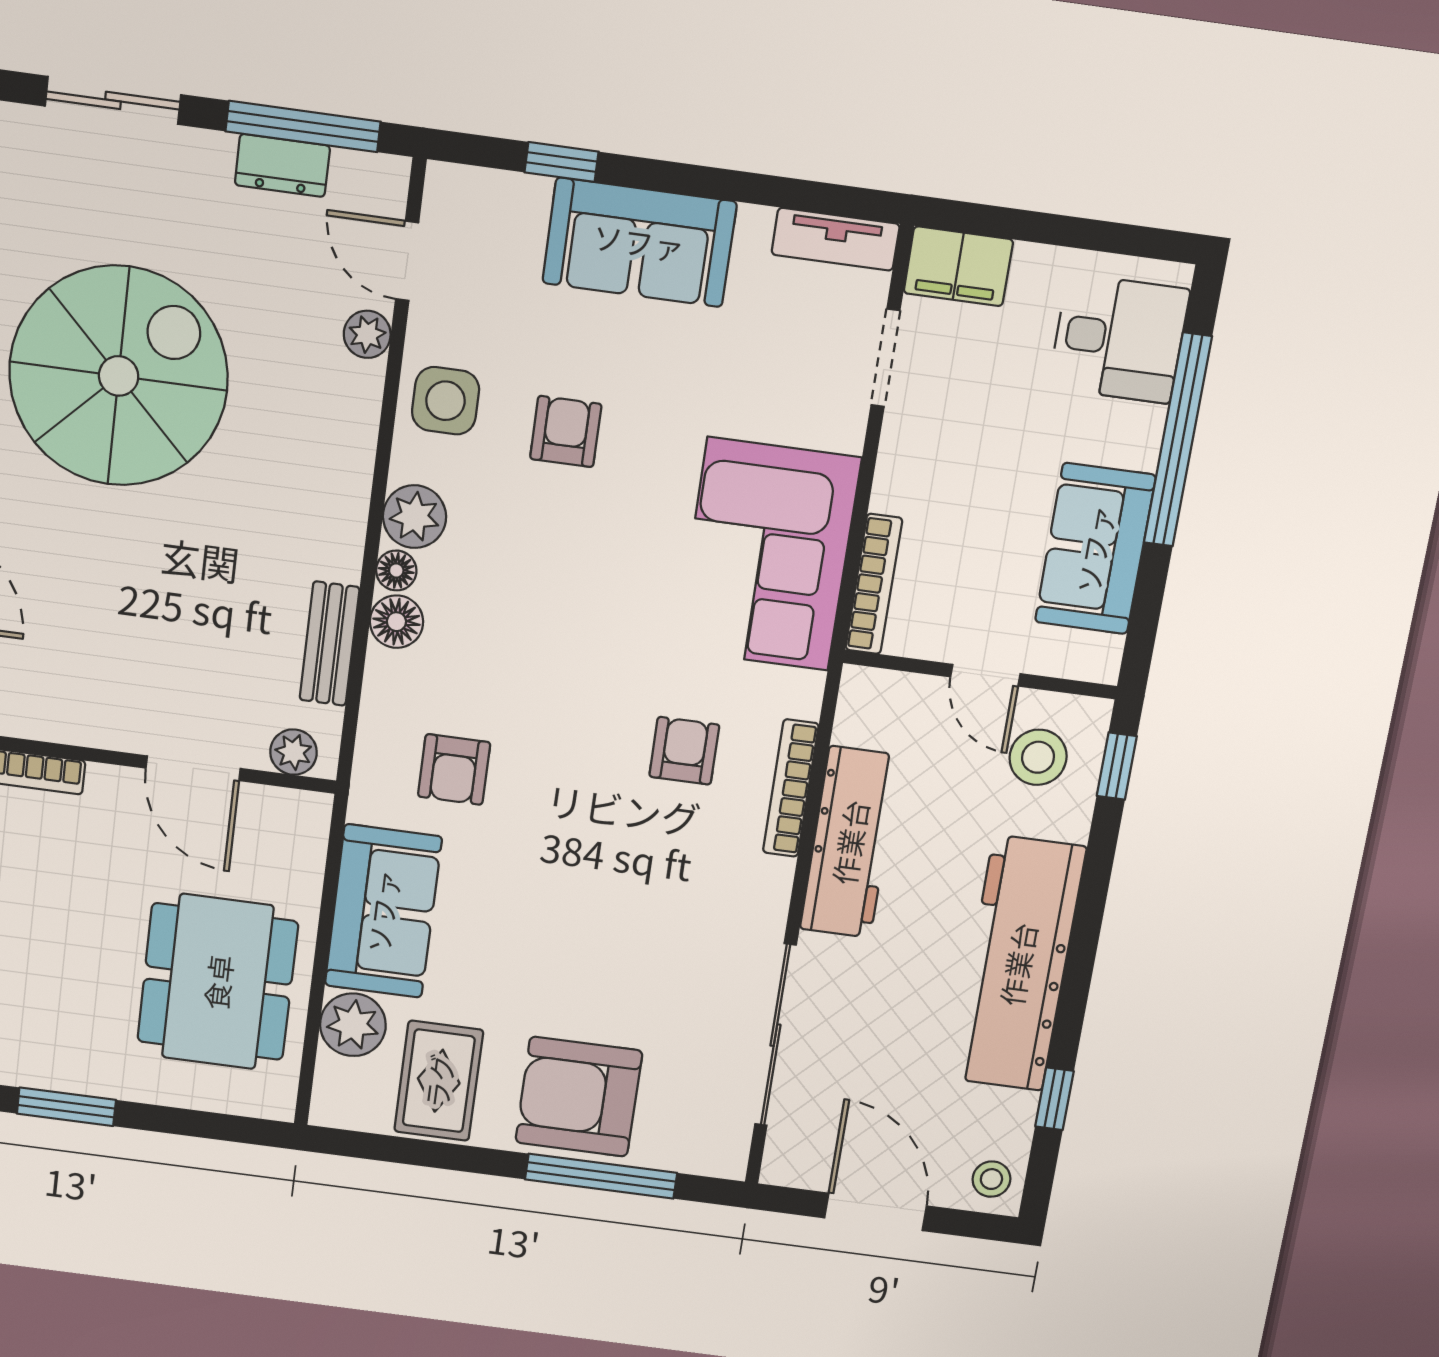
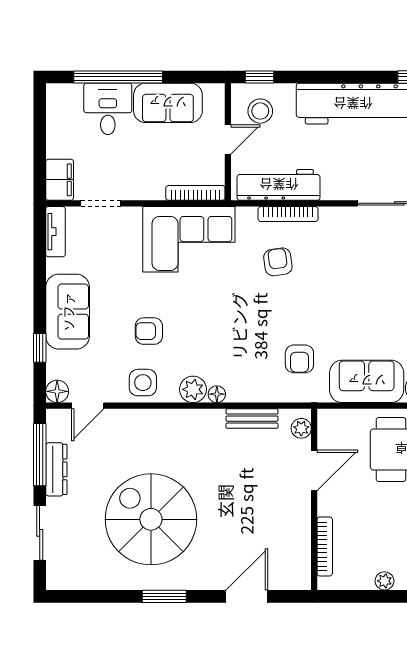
dresser: (282, 165) -> (56, 469), width x1.44
plant: (367, 334) -> (120, 418), removed
desk: (1119, 339) -> (108, 109), moved
floor lamp: (396, 622) -> (57, 391), moved
armchair: (684, 751) -> (278, 262), turned 82
armchair: (454, 769) -> (299, 359), turned 90
workbench: (850, 842) -> (279, 185), moved

